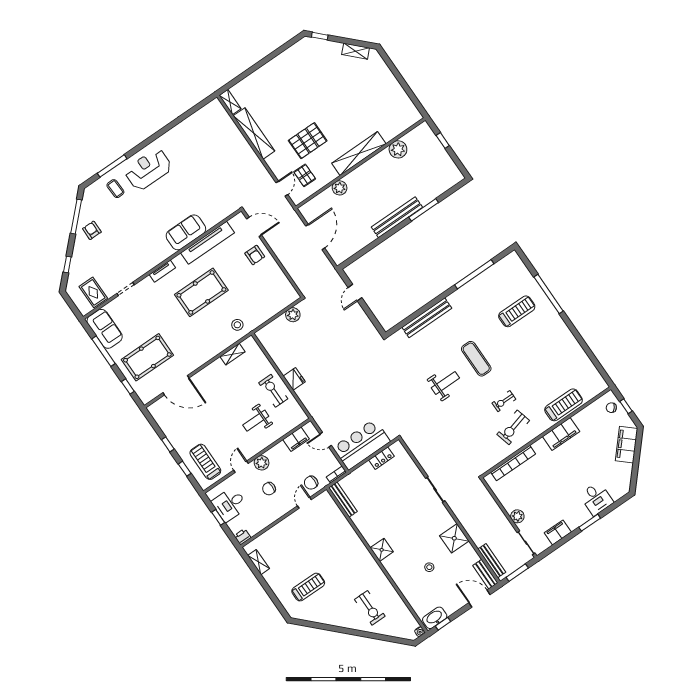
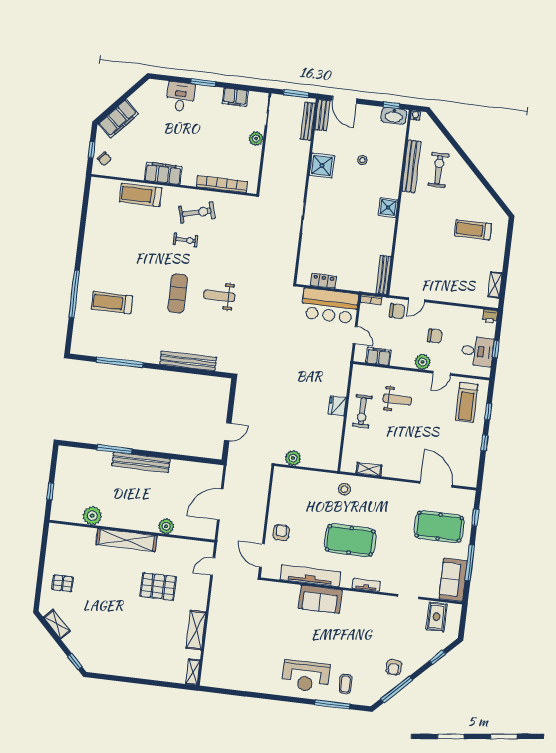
shelving: (254, 133) -> (196, 630), width x0.68
pallet: (305, 175) -> (63, 583), moved, turned 90
bench: (391, 593) -> (411, 166), added

